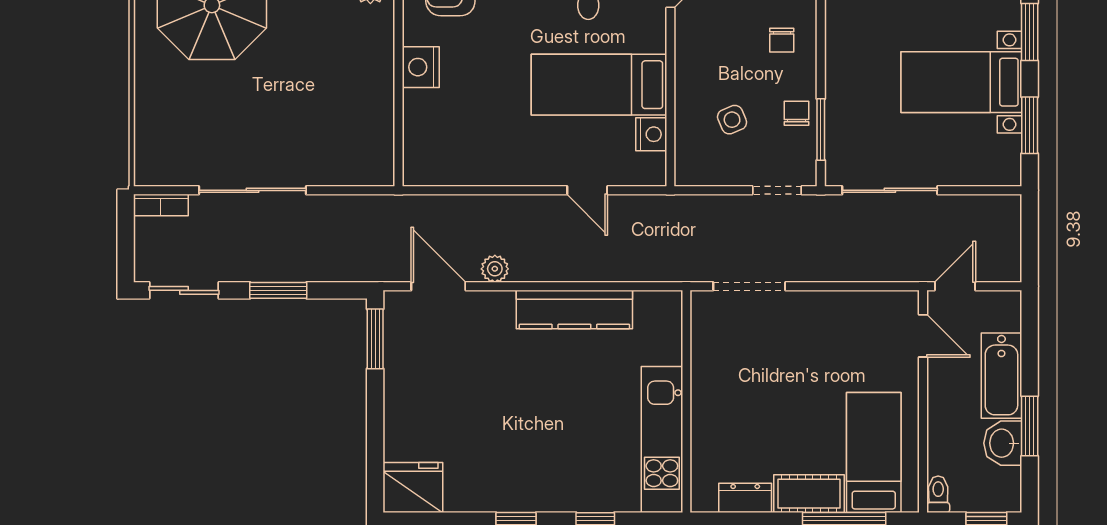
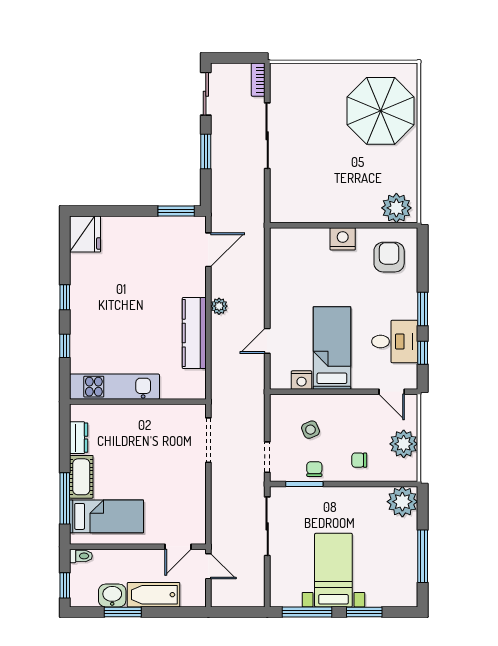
chair: (796, 113) -> (314, 469), turned -90
window: (1030, 125) -> (307, 612), width x1.44
plant: (495, 269) -> (219, 306), moved

